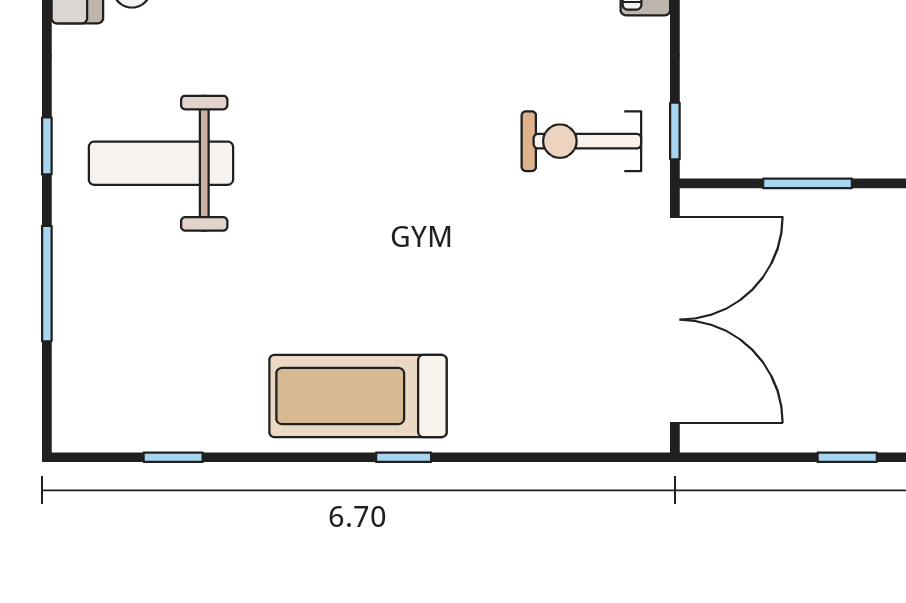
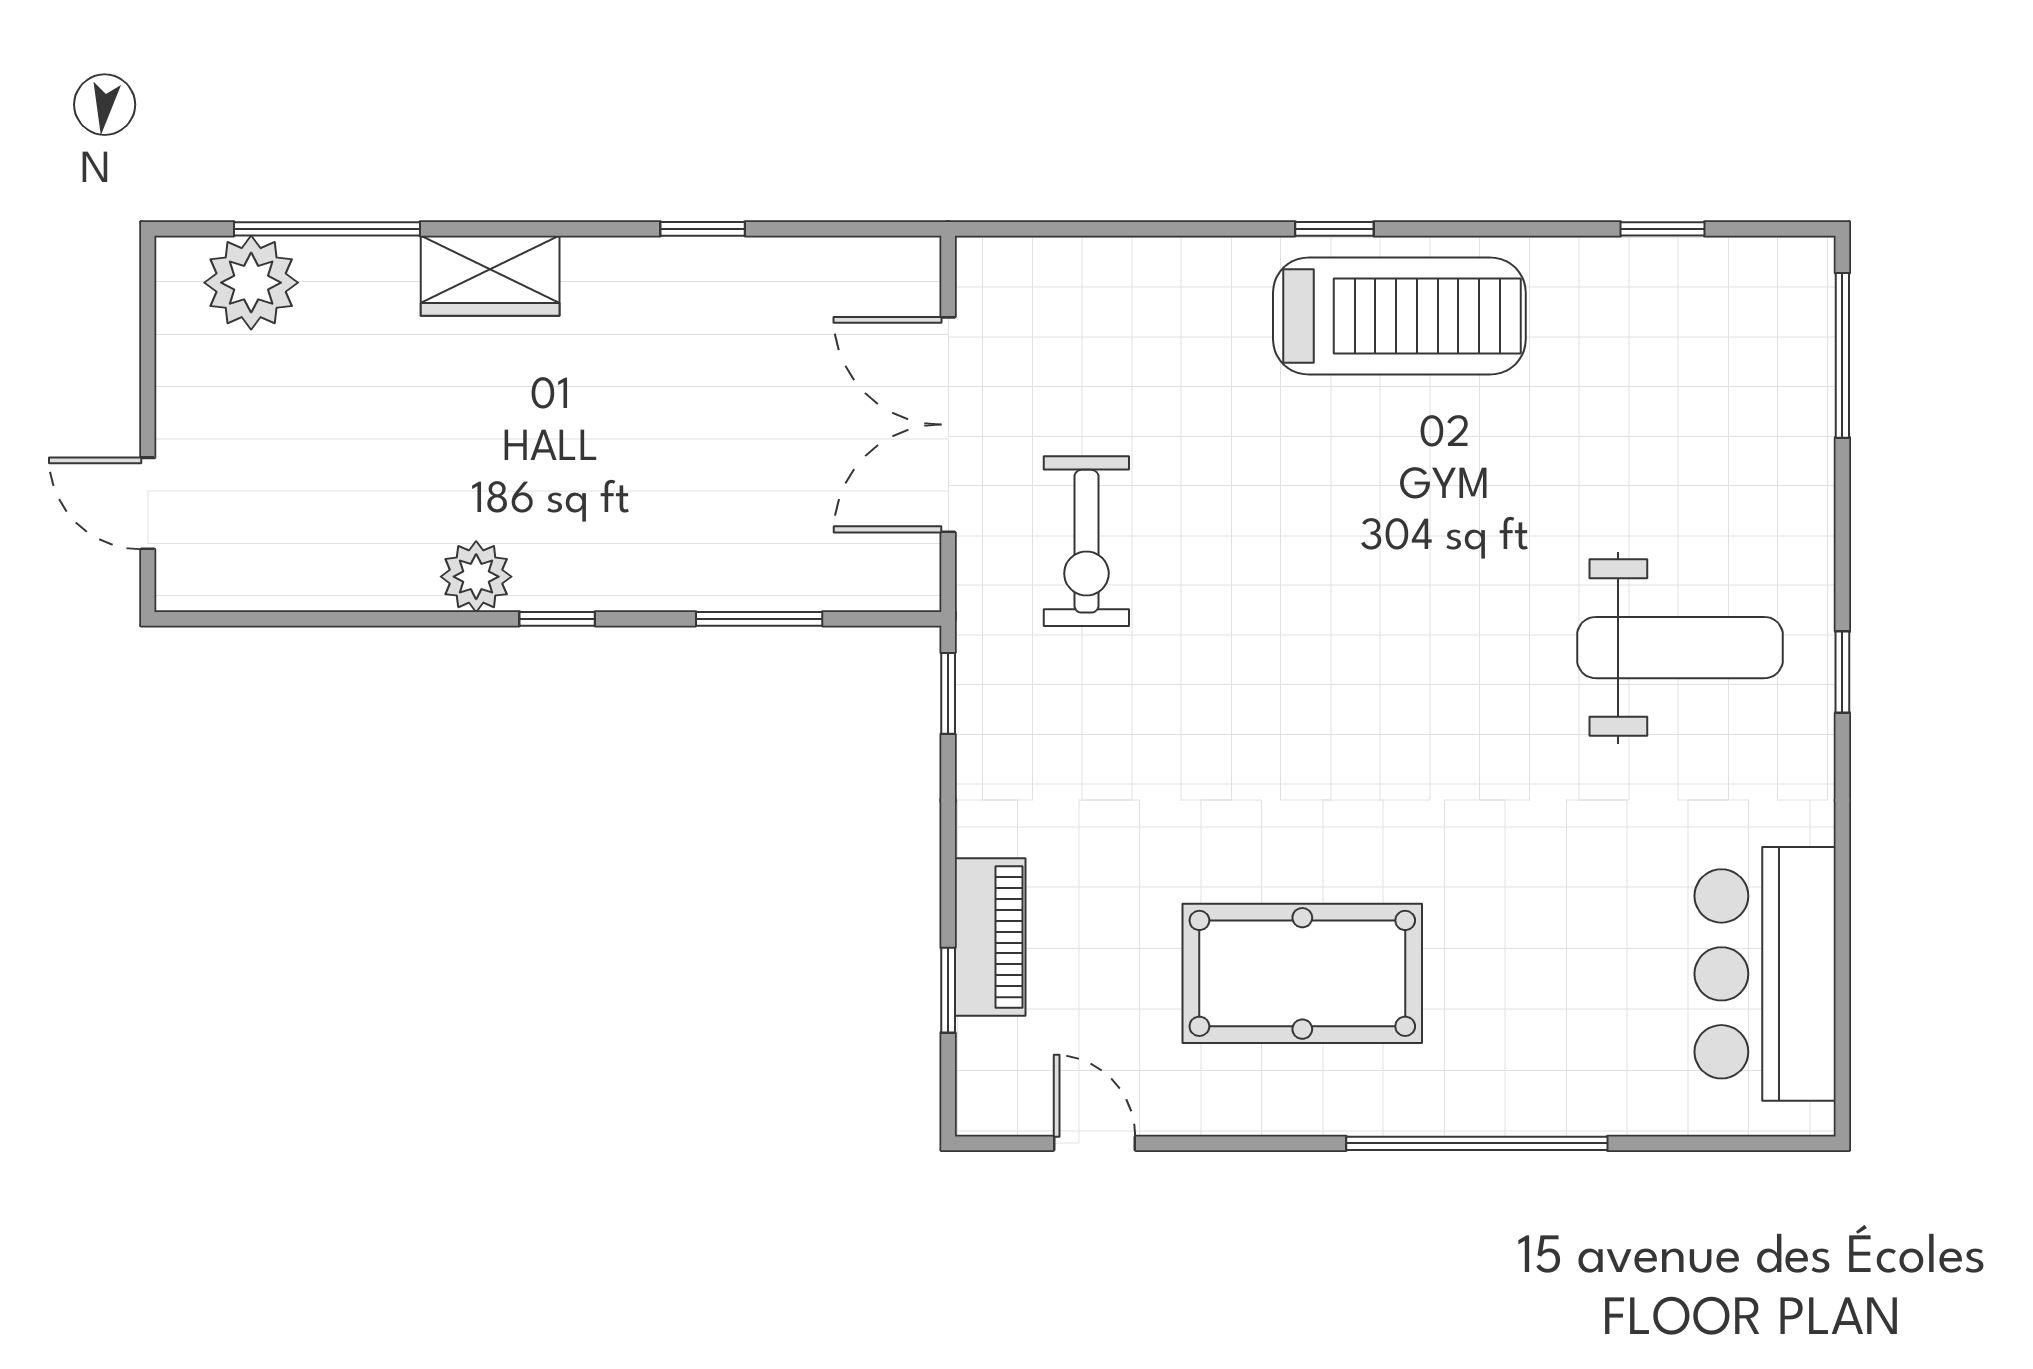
exercise bike: (581, 141) -> (1086, 541), moved, turned 90
window: (47, 284) -> (1842, 355), moved
double door: (675, 320) -> (948, 425), width x0.73

